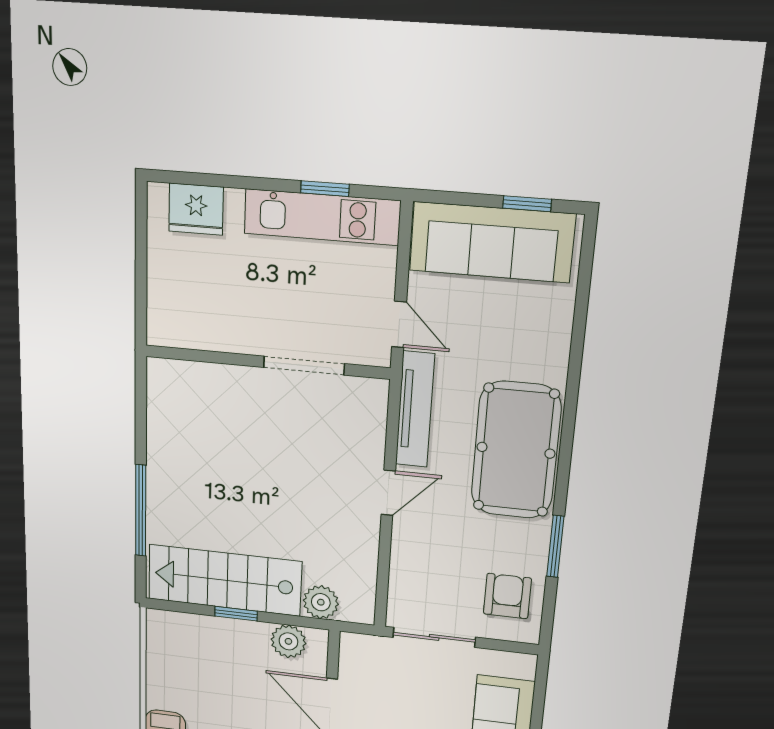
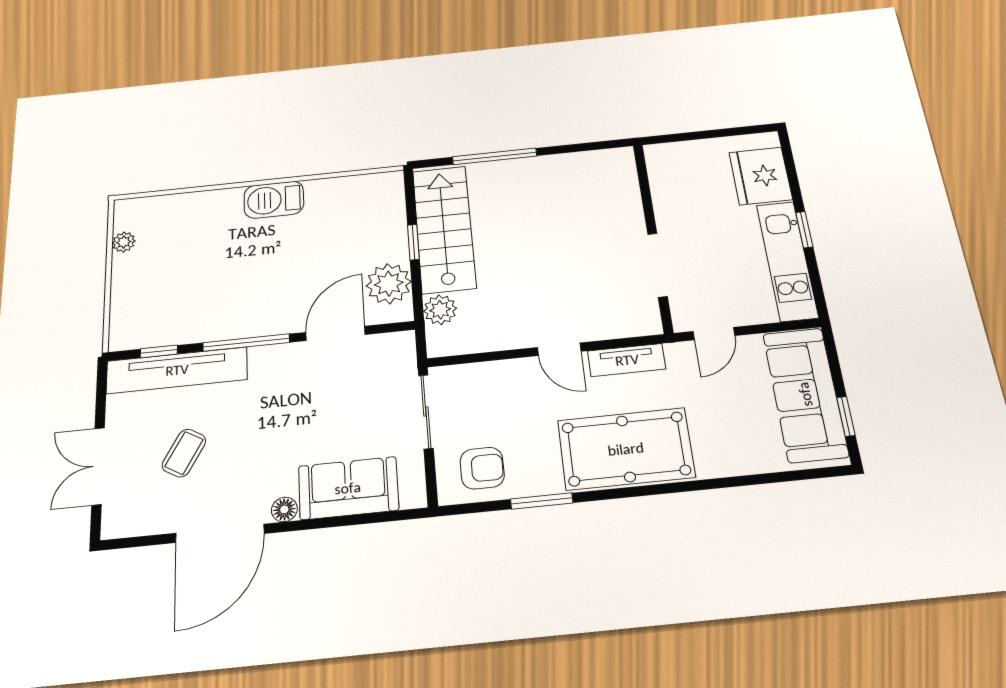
window: (325, 189) -> (804, 230), moved
fridge: (196, 209) -> (761, 176), width x1.36, depth x1.34
tv unit: (415, 409) -> (627, 360), width x0.71
plant: (288, 641) -> (389, 284), width x1.36, depth x1.36

